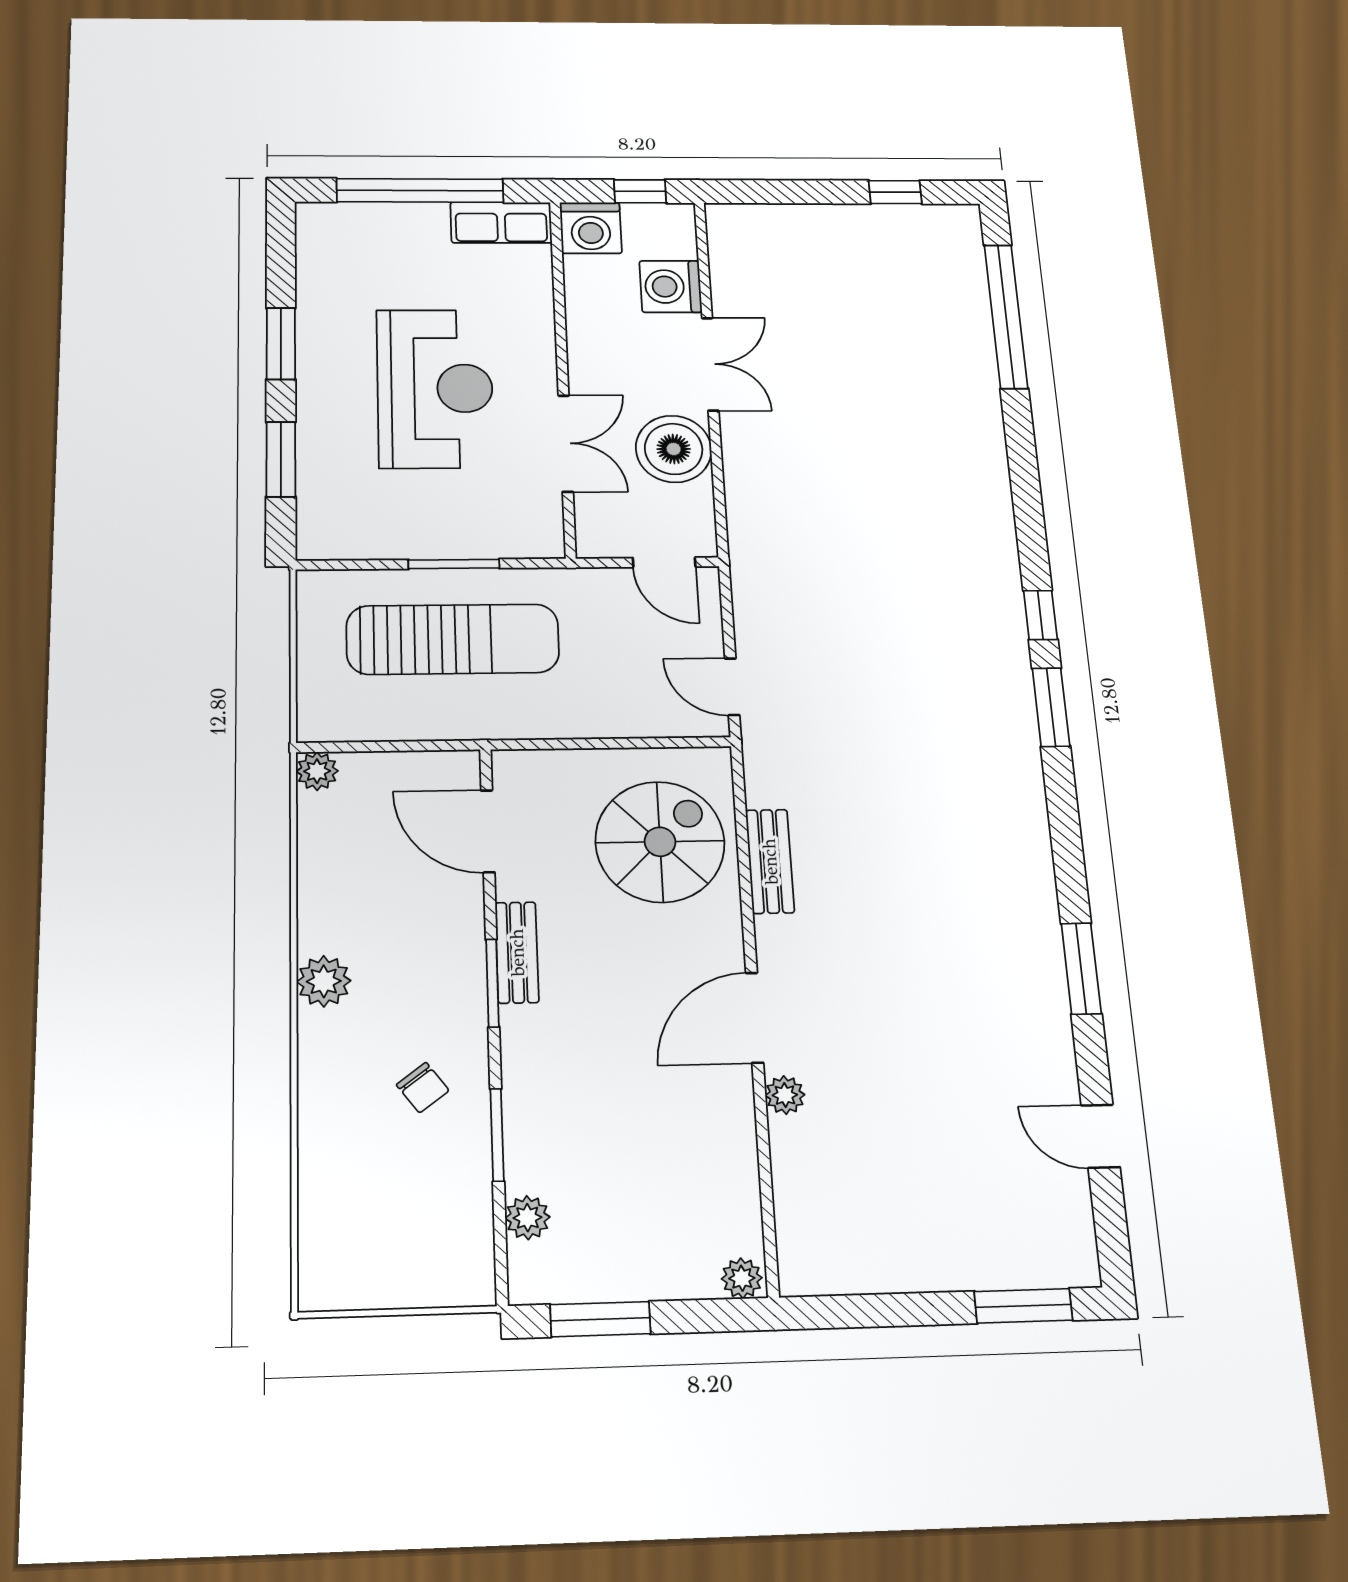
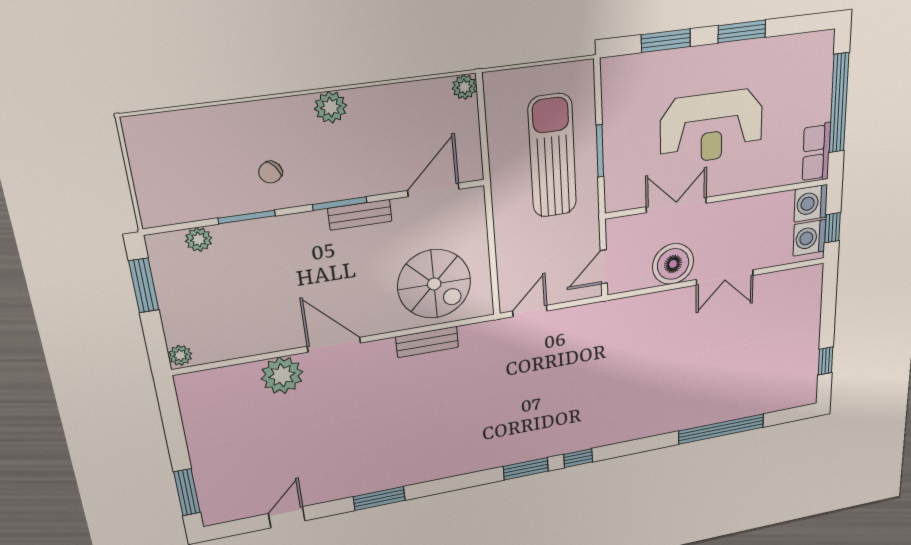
washing machine: (671, 287) -> (809, 238), moved, turned -90
window: (1006, 316) -> (721, 429), moved
double door: (566, 443) -> (676, 205), swing flipped
sun lounger: (453, 639) -> (552, 156), turned 180
plant: (785, 1095) -> (282, 375), width x1.87, depth x1.87

